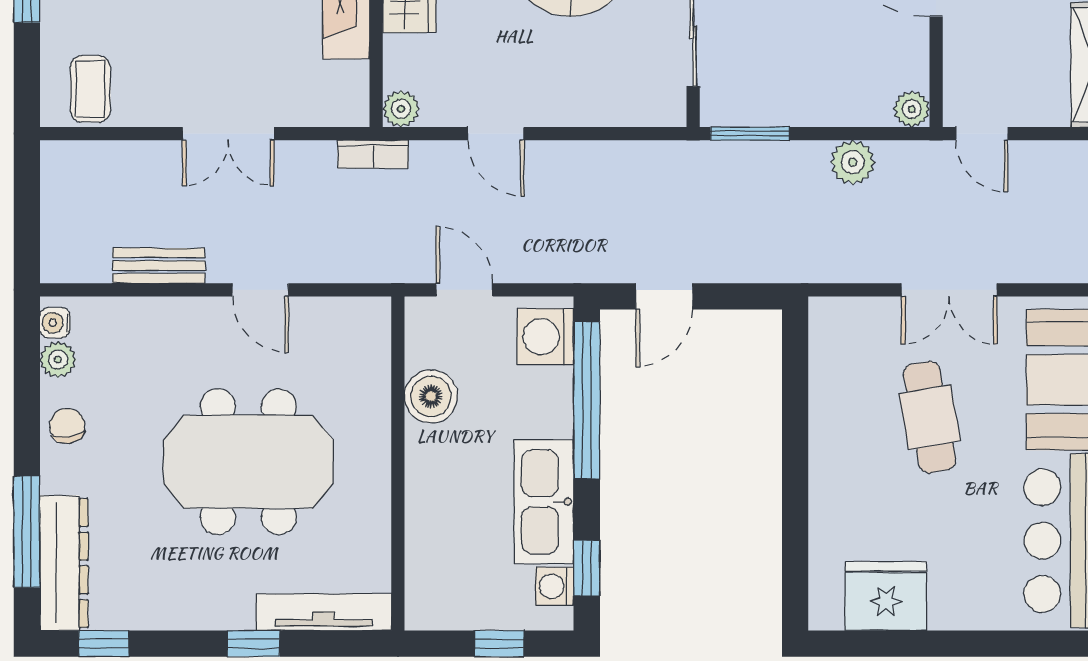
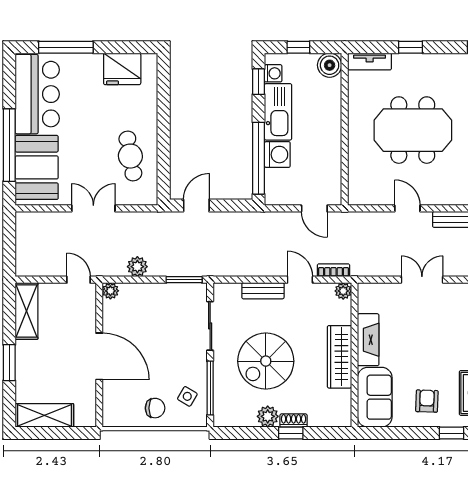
bench: (577, 109) -> (263, 291), added
bookcase: (373, 154) -> (334, 270), moved
door: (664, 296) -> (196, 205), moved
washing machine: (545, 337) -> (277, 155), moved
boiler: (431, 396) -> (330, 65), moved
cafe table: (930, 417) -> (130, 156), moved
tv unit: (324, 612) -> (370, 62), width x0.71
window: (1009, 644) -> (66, 47), added

